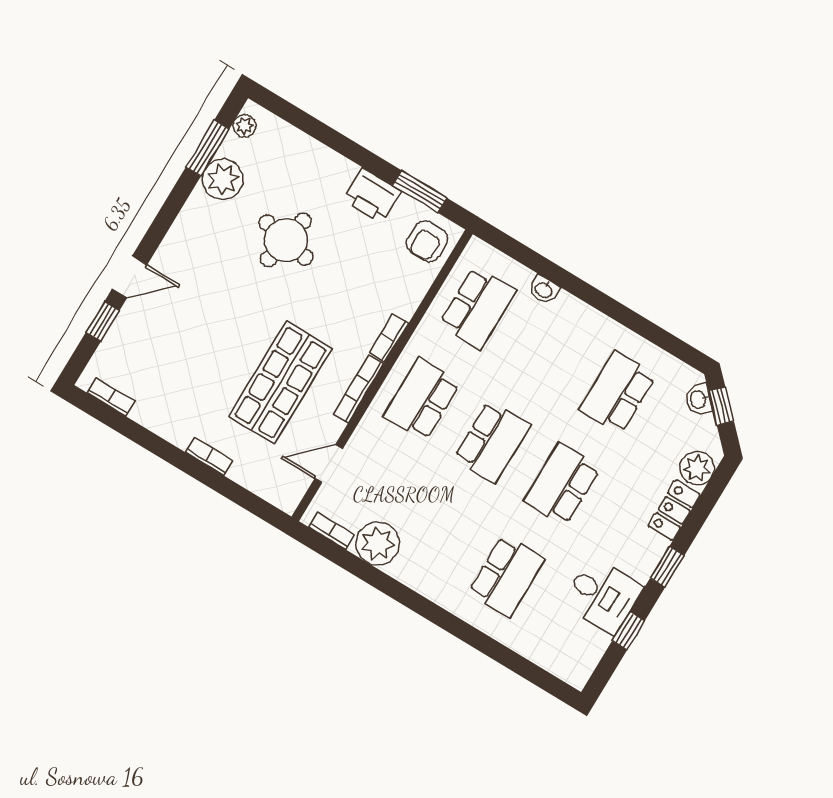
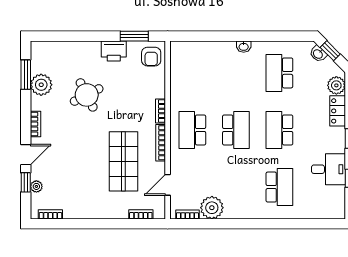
plant: (245, 126) -> (36, 186), moved
bookcase: (175, 237) -> (35, 124), added
round table: (286, 240) -> (87, 95), turned -38
washbasin: (544, 290) -> (244, 47), moved
school desk: (478, 308) -> (192, 73), removed
bookcase: (209, 456) -> (141, 214), moved

